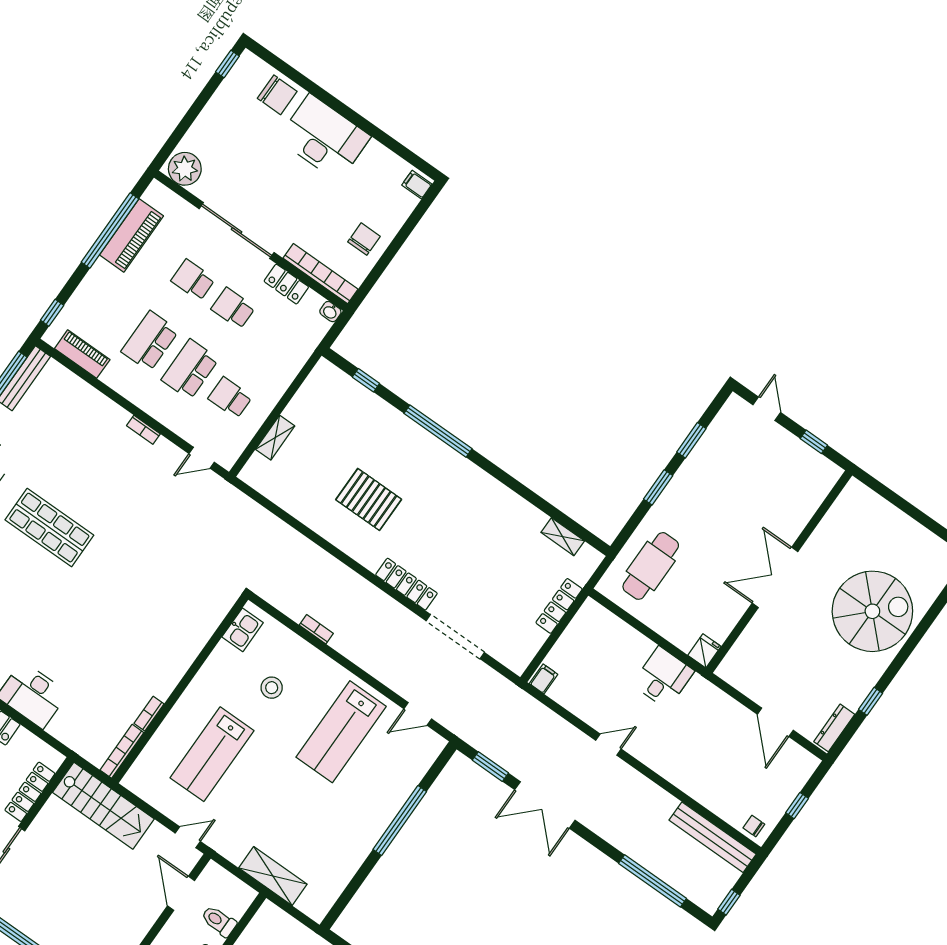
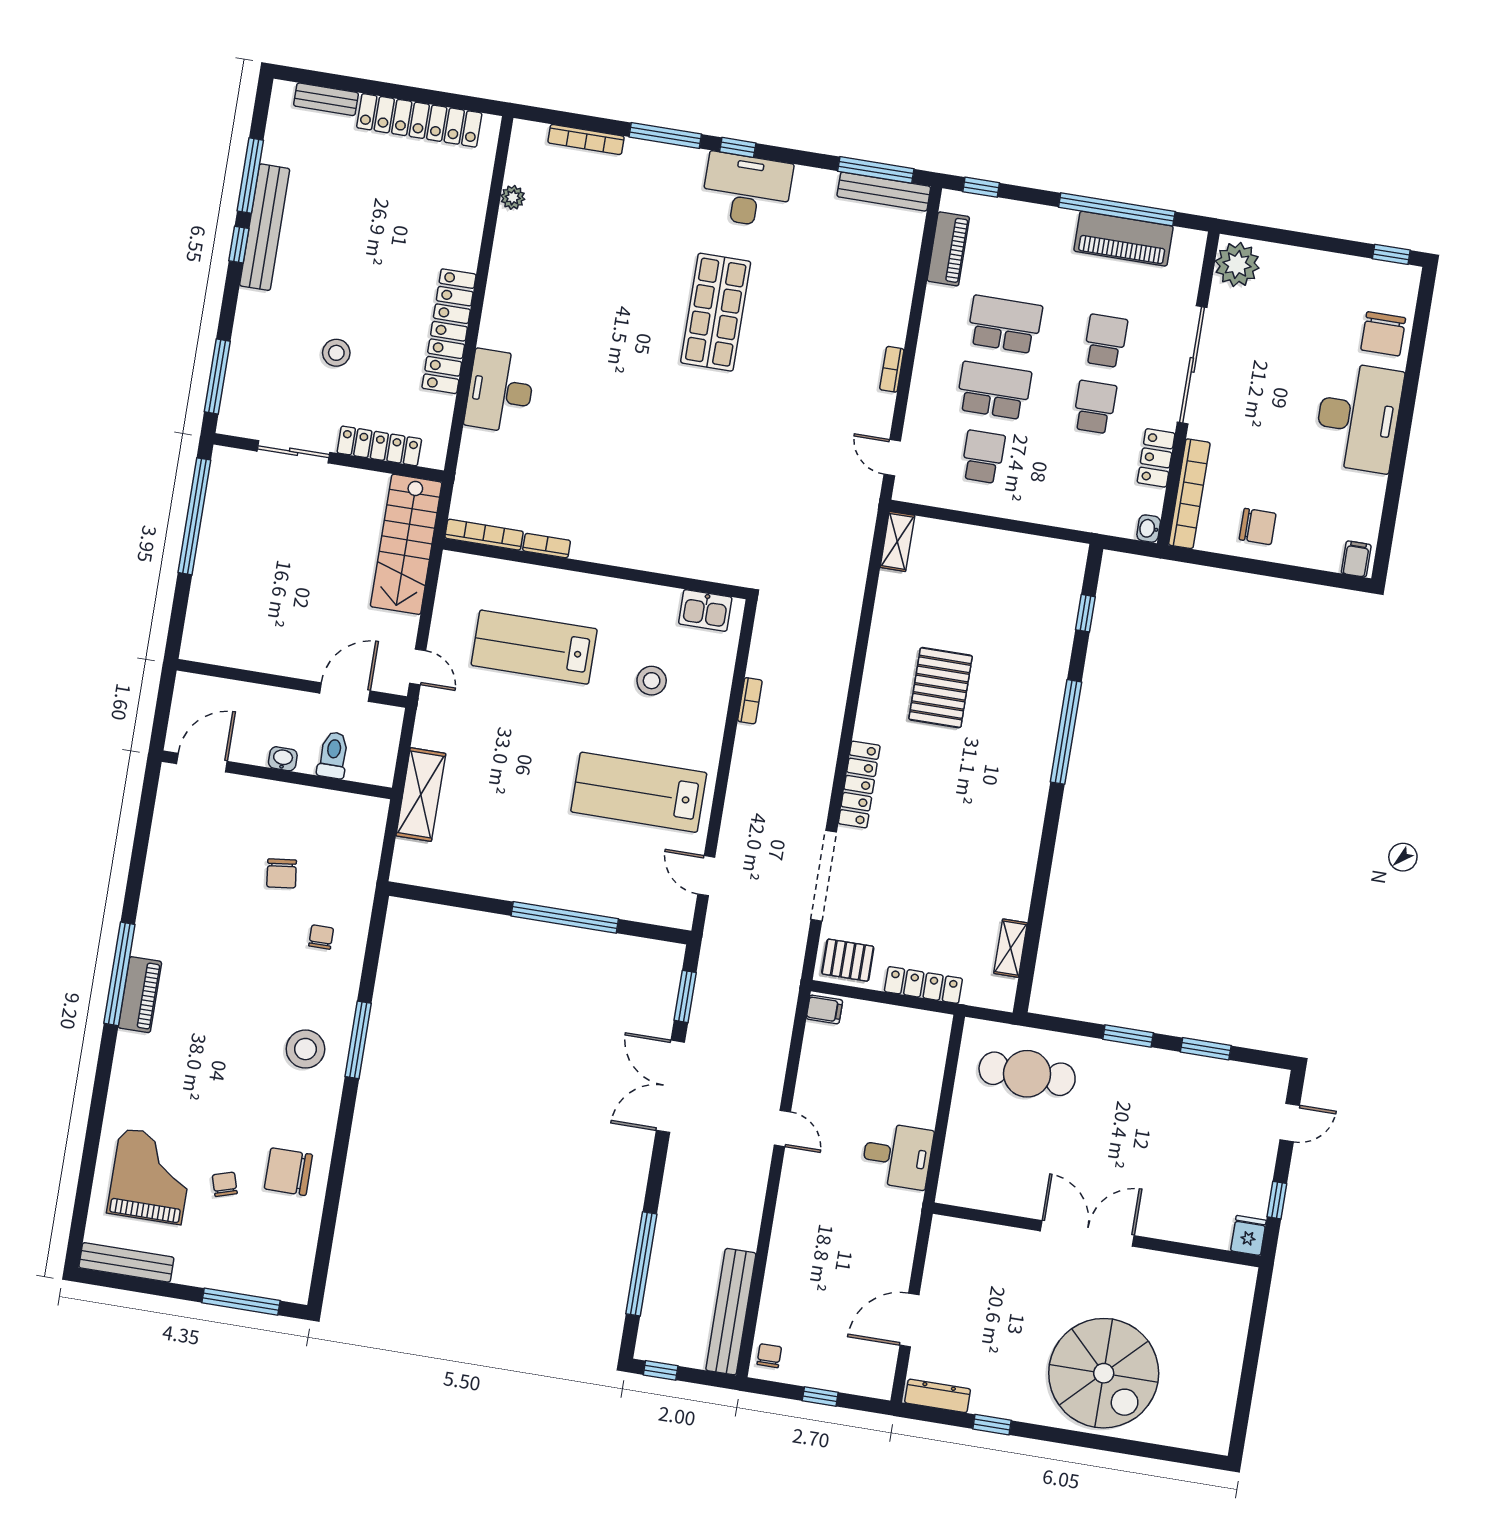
shelving: (275, 438) -> (897, 541), moved, turned 90
pallet: (518, 648) -> (848, 960), added
fridge: (704, 651) -> (1248, 1235), moved, turned -90

